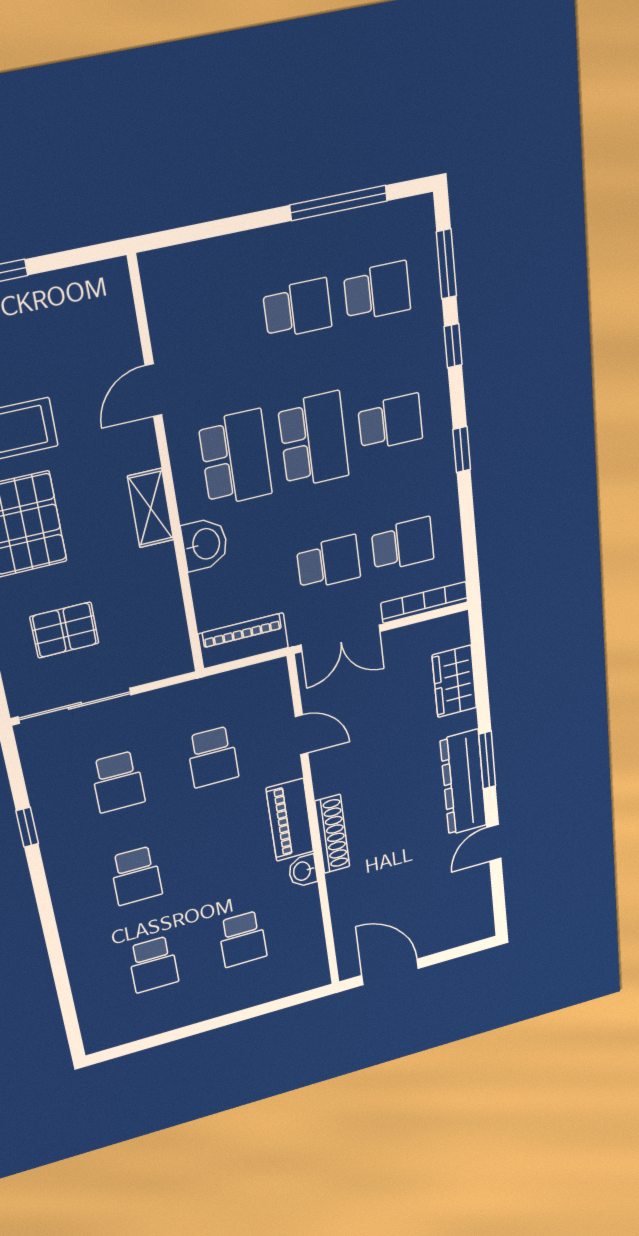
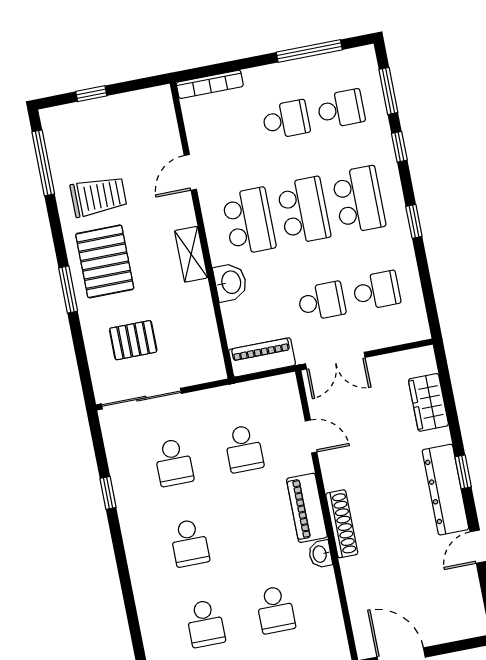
school desk: (390, 422) -> (359, 200), width x1.85
bookcase: (424, 602) -> (210, 84), moved, turned 180
window: (487, 760) -> (463, 472), width x0.67

